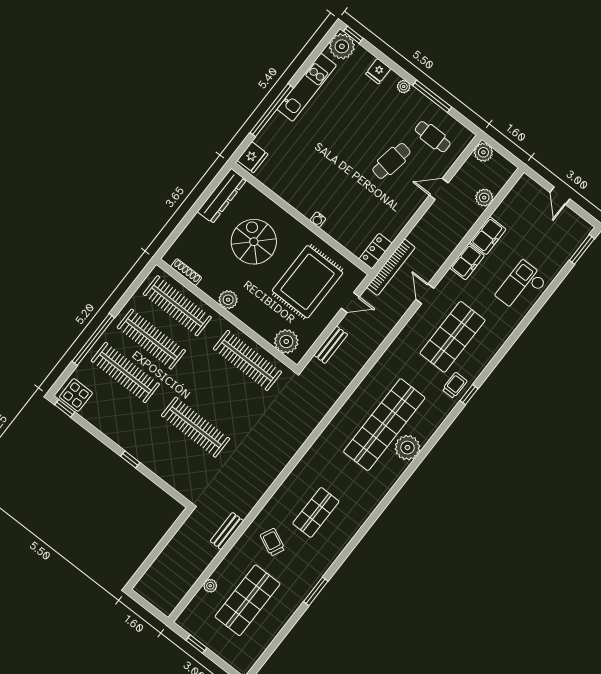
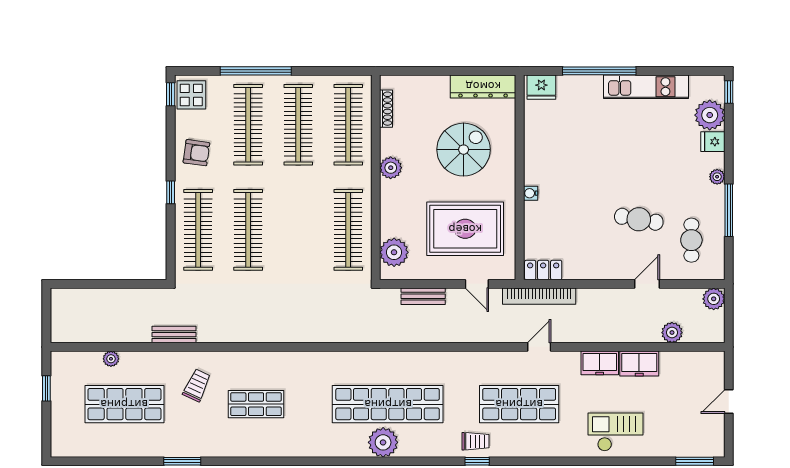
plant: (342, 46) -> (710, 115), moved
door: (439, 189) -> (647, 284), hinge flipped
armchair: (117, 422) -> (196, 153), added
clothes rail: (170, 461) -> (198, 230), added

